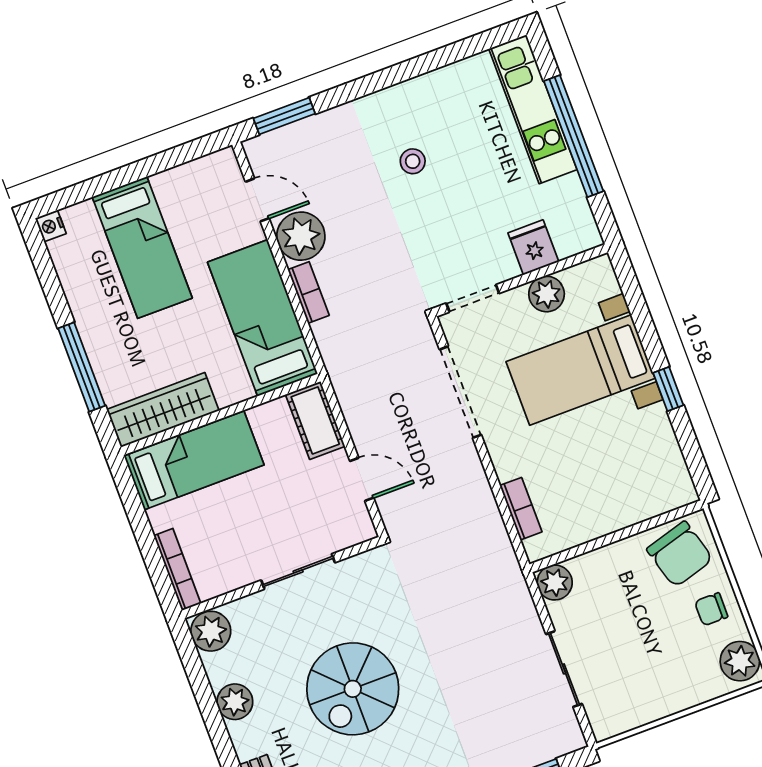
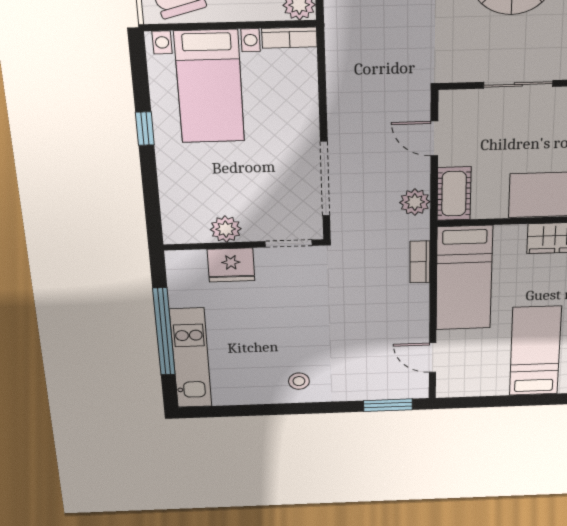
stool: (413, 161) -> (299, 381), moved
plant: (301, 236) -> (415, 202), moved, width x0.73, depth x0.73
fridge: (533, 247) -> (231, 265), width x1.38
bookcase: (309, 293) -> (420, 262), moved
bed with nightstands: (580, 370) -> (210, 87), moved, turned 90
bookcase: (521, 509) -> (289, 38), moved, turned -90

